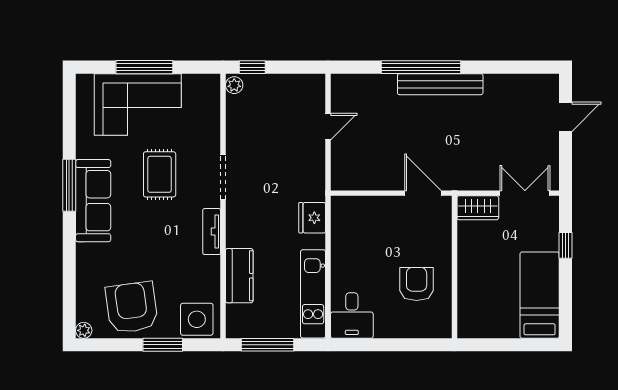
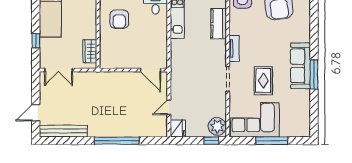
bench: (440, 84) -> (63, 131), moved
plant: (234, 85) -> (217, 126), width x1.88, depth x1.88
corner sofa: (138, 104) -> (255, 120), moved
door: (423, 193) -> (151, 70), moved
wardrobe: (478, 208) -> (90, 51), moved, turned -90
fridge: (312, 218) -> (178, 128), moved

